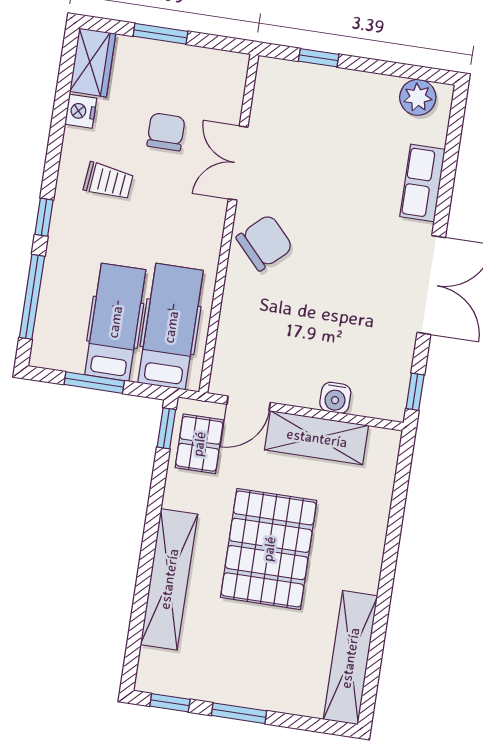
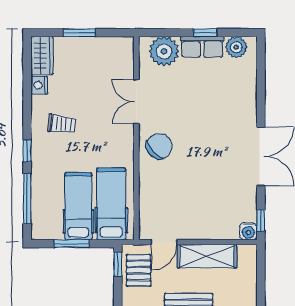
window: (319, 58) -> (205, 33), moved
plant: (297, 86) -> (164, 51), added
chair: (166, 132) -> (91, 90), removed
row of seats: (422, 183) -> (202, 47), moved, turned -90
water cooler: (335, 398) -> (248, 231), moved

